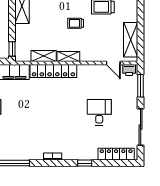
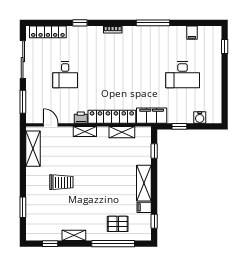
trolley: (76, 23) -> (89, 165), removed
window: (12, 49) -> (154, 151), moved
shelving: (68, 57) -> (85, 131), moved
printer: (129, 70) -> (81, 118), moved

